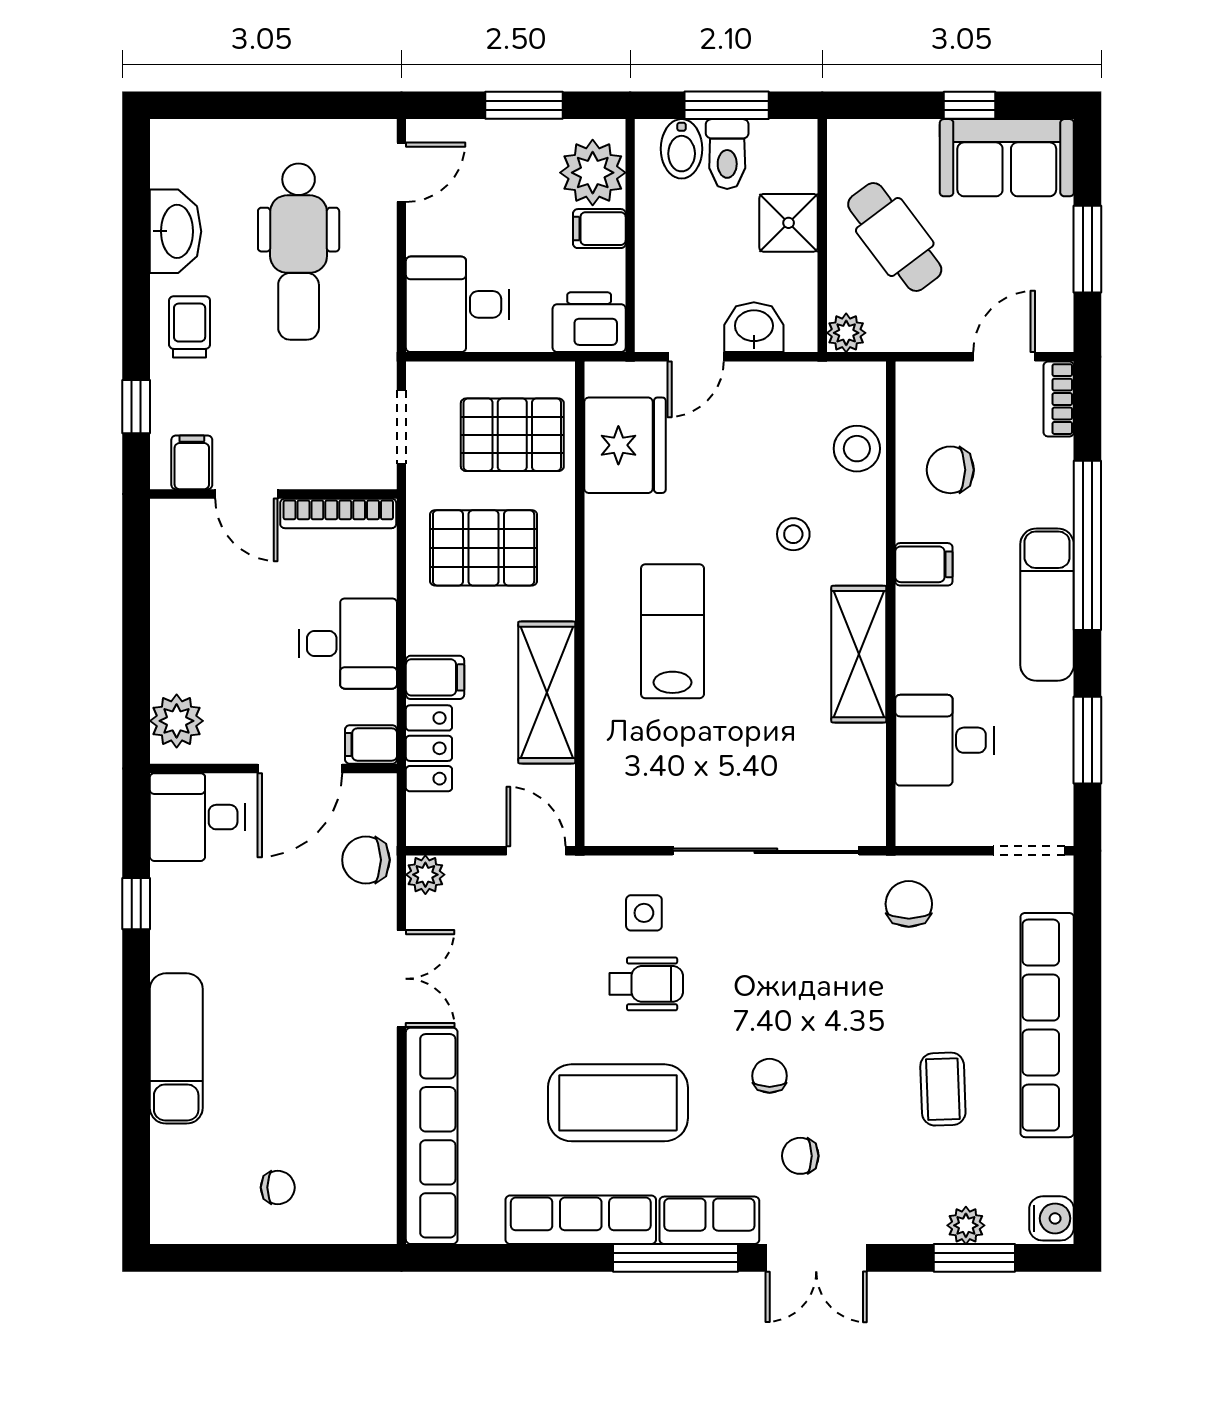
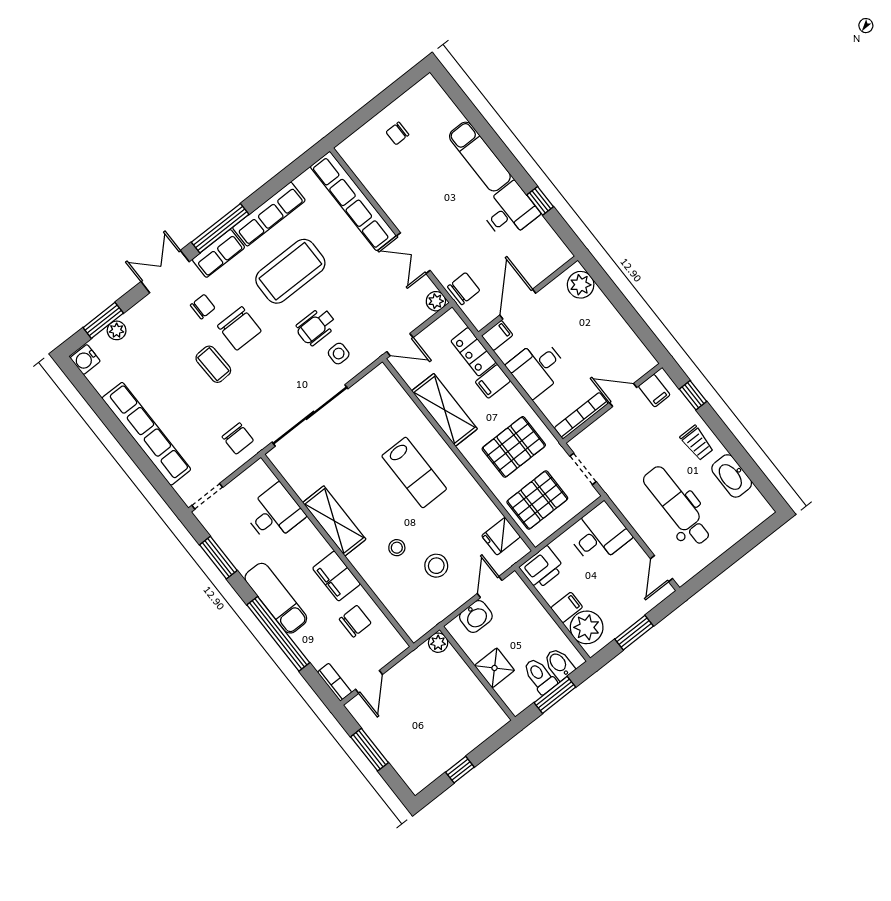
sofa: (1007, 158) -> (429, 761), removed
cafe table: (895, 237) -> (449, 695), removed
fridge: (625, 445) -> (501, 536), width x0.53, depth x0.75
stool: (857, 449) -> (436, 566), moved
filing cabinet: (924, 564) -> (336, 576), width x2.00
desk: (197, 817) -> (509, 211), moved
chair: (770, 1076) -> (239, 328), width x1.87, depth x1.87
coffee table: (943, 1089) -> (213, 364), moved

